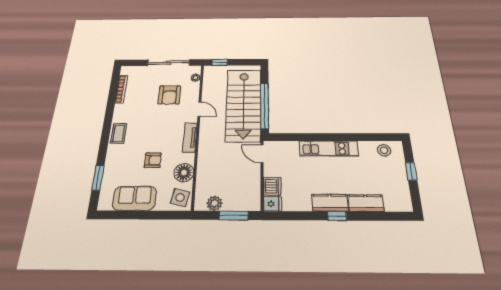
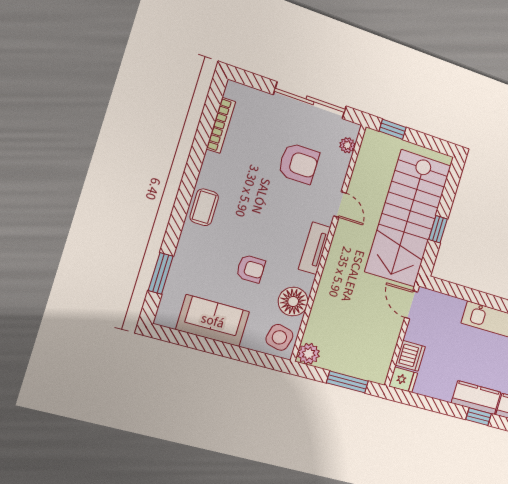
armchair: (169, 95) -> (299, 163), turned -90
window: (265, 105) -> (438, 229), width x0.32
plant: (215, 203) -> (309, 354), moved

